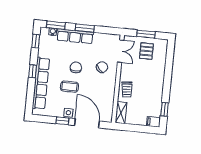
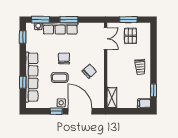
chair: (102, 67) -> (89, 71), moved
window: (33, 71) -> (23, 82), moved
trolley: (127, 89) -> (140, 67), moved

